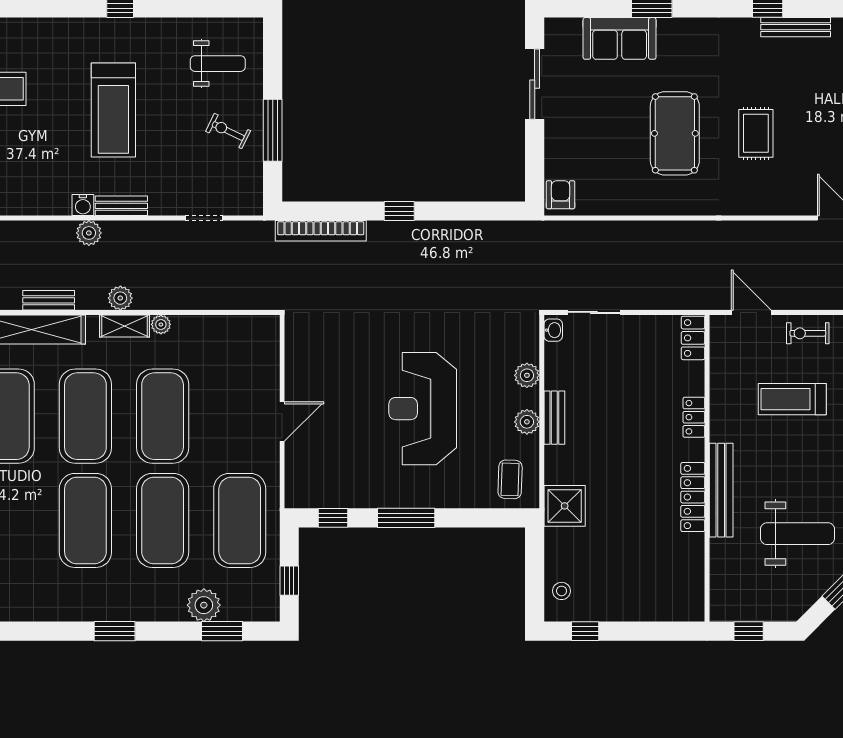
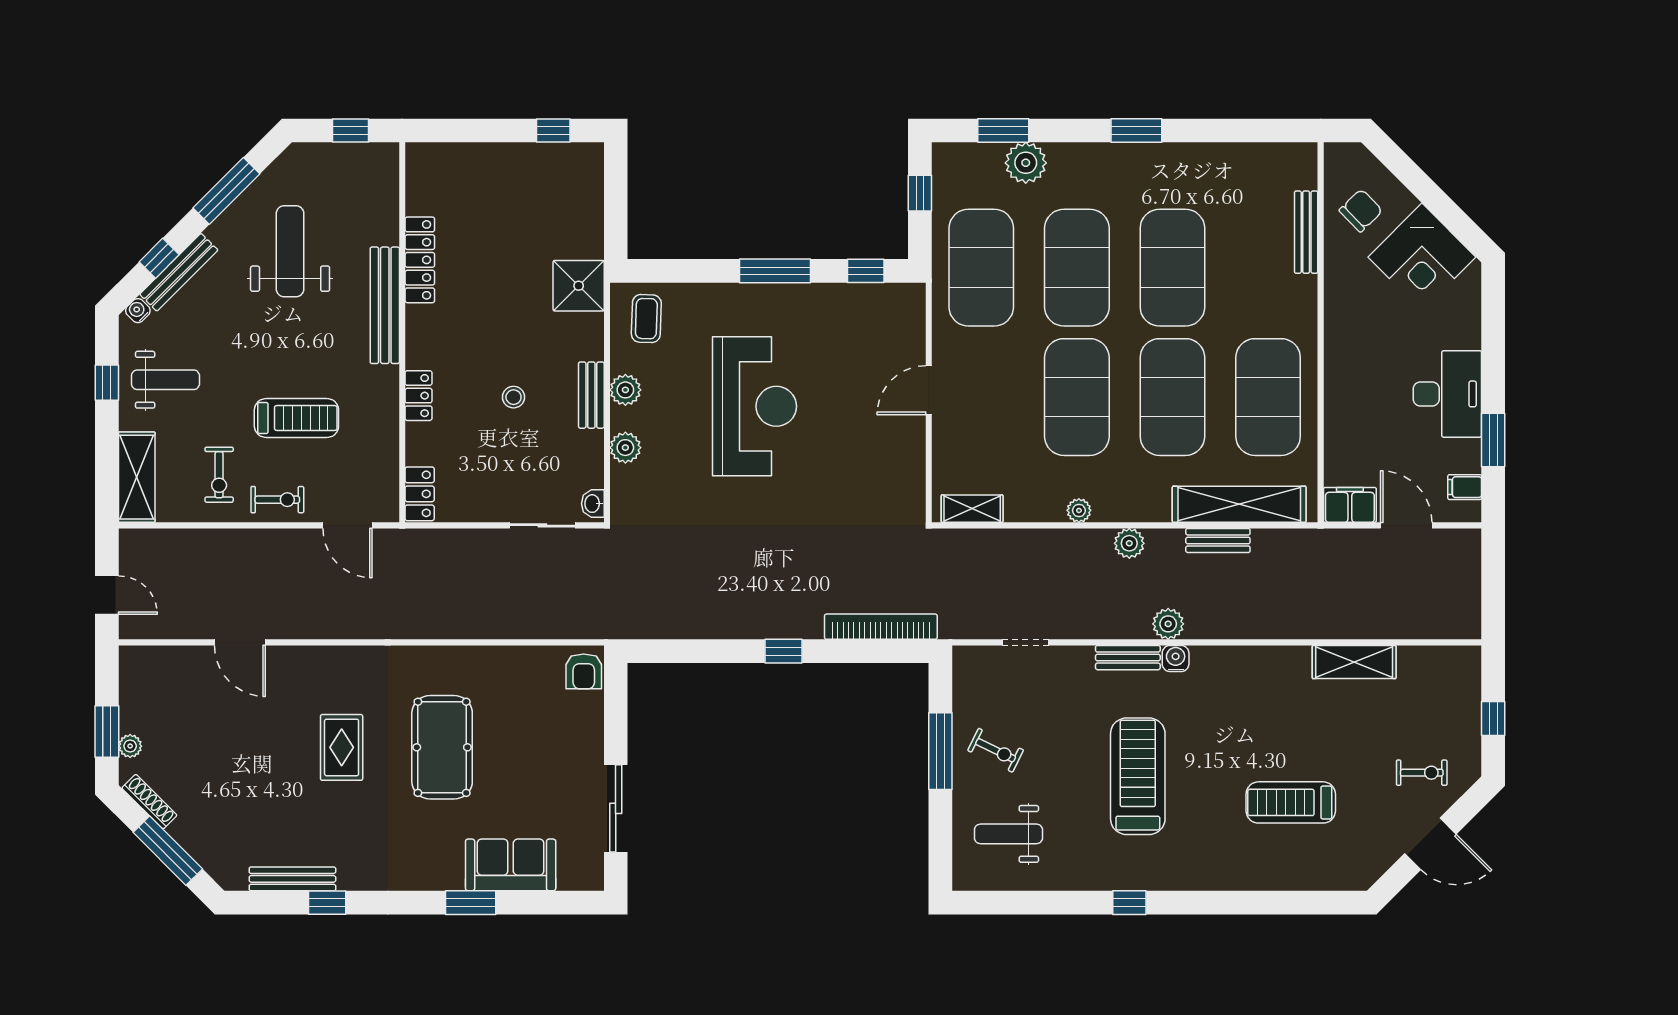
shelving: (125, 326) -> (972, 509), moved
locker: (693, 497) -> (420, 260), moved
weight bench: (798, 534) -> (290, 251), turned 90
stool: (562, 591) -> (514, 397), moved

